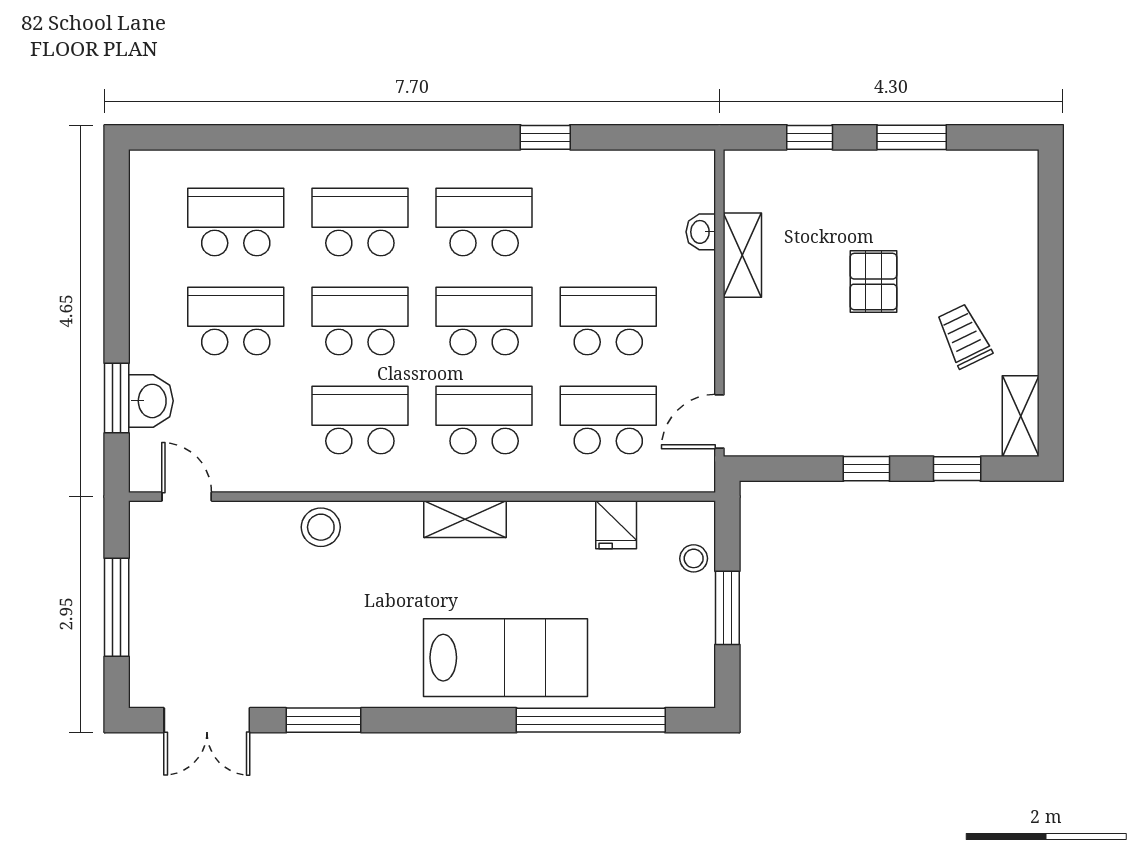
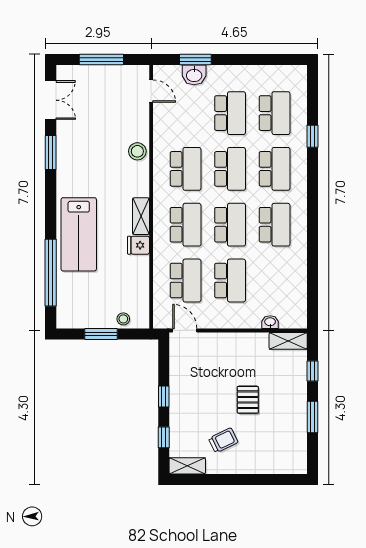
window: (545, 137) -> (313, 136), moved
shelving: (742, 255) -> (288, 341), moved
pallet: (873, 282) -> (248, 400), turned 90
door: (187, 497) -> (151, 91), hinge flipped
fridge: (616, 525) -> (138, 245), moved
double door: (207, 720) -> (51, 100), swing flipped

